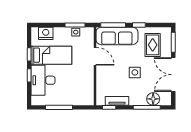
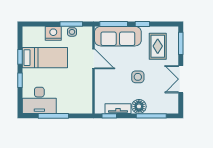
nightstand: (46, 33) -> (53, 33), moved
double door: (173, 75) -> (181, 79), width x0.73
desk: (43, 80) -> (39, 100), moved, turned -90
floor lamp: (153, 99) -> (139, 106), moved

